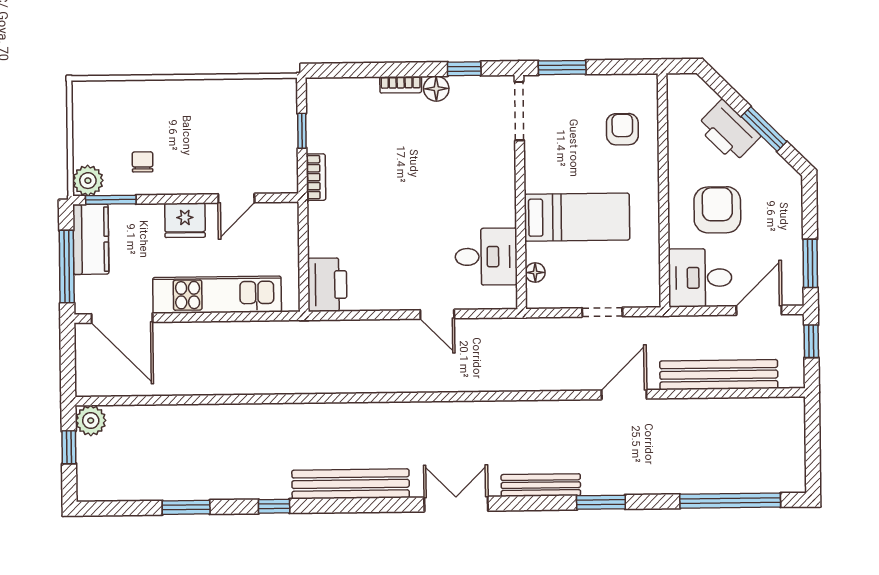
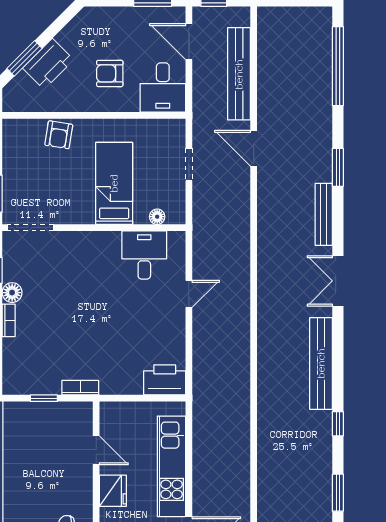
armchair: (622, 129) -> (59, 135), moved, turned -81
window: (764, 129) -> (24, 58), moved
armchair: (717, 210) -> (110, 73), width x0.72, depth x0.72

